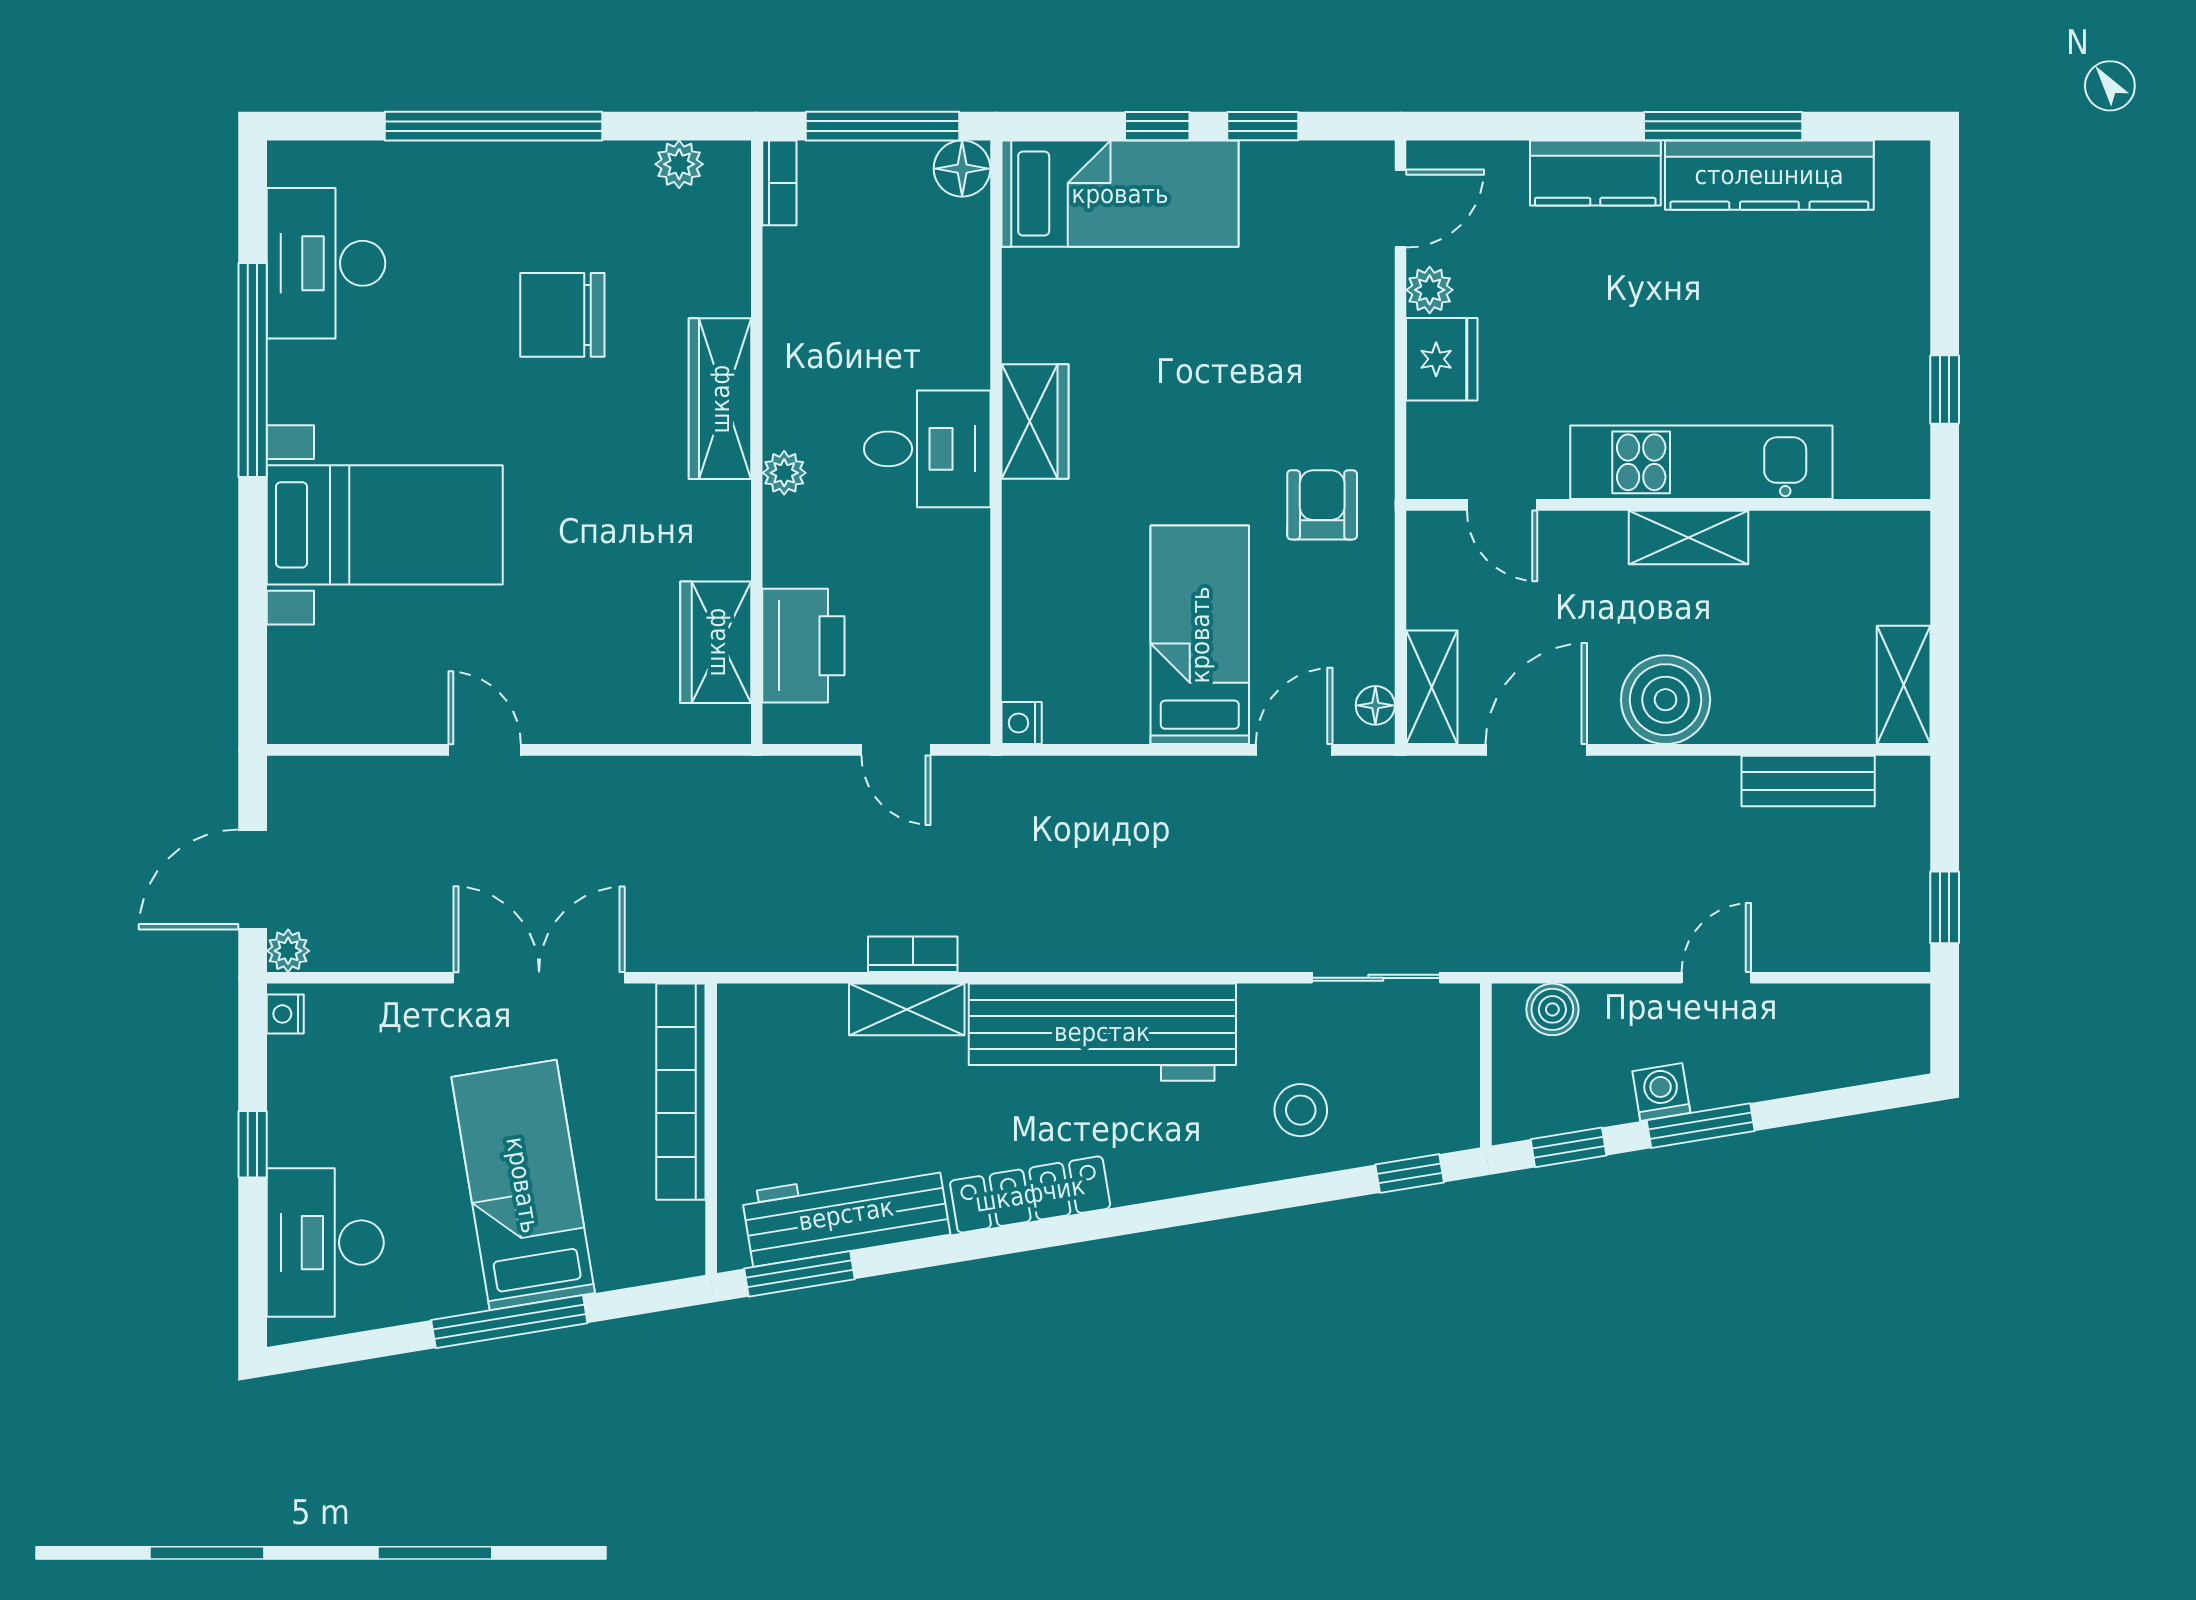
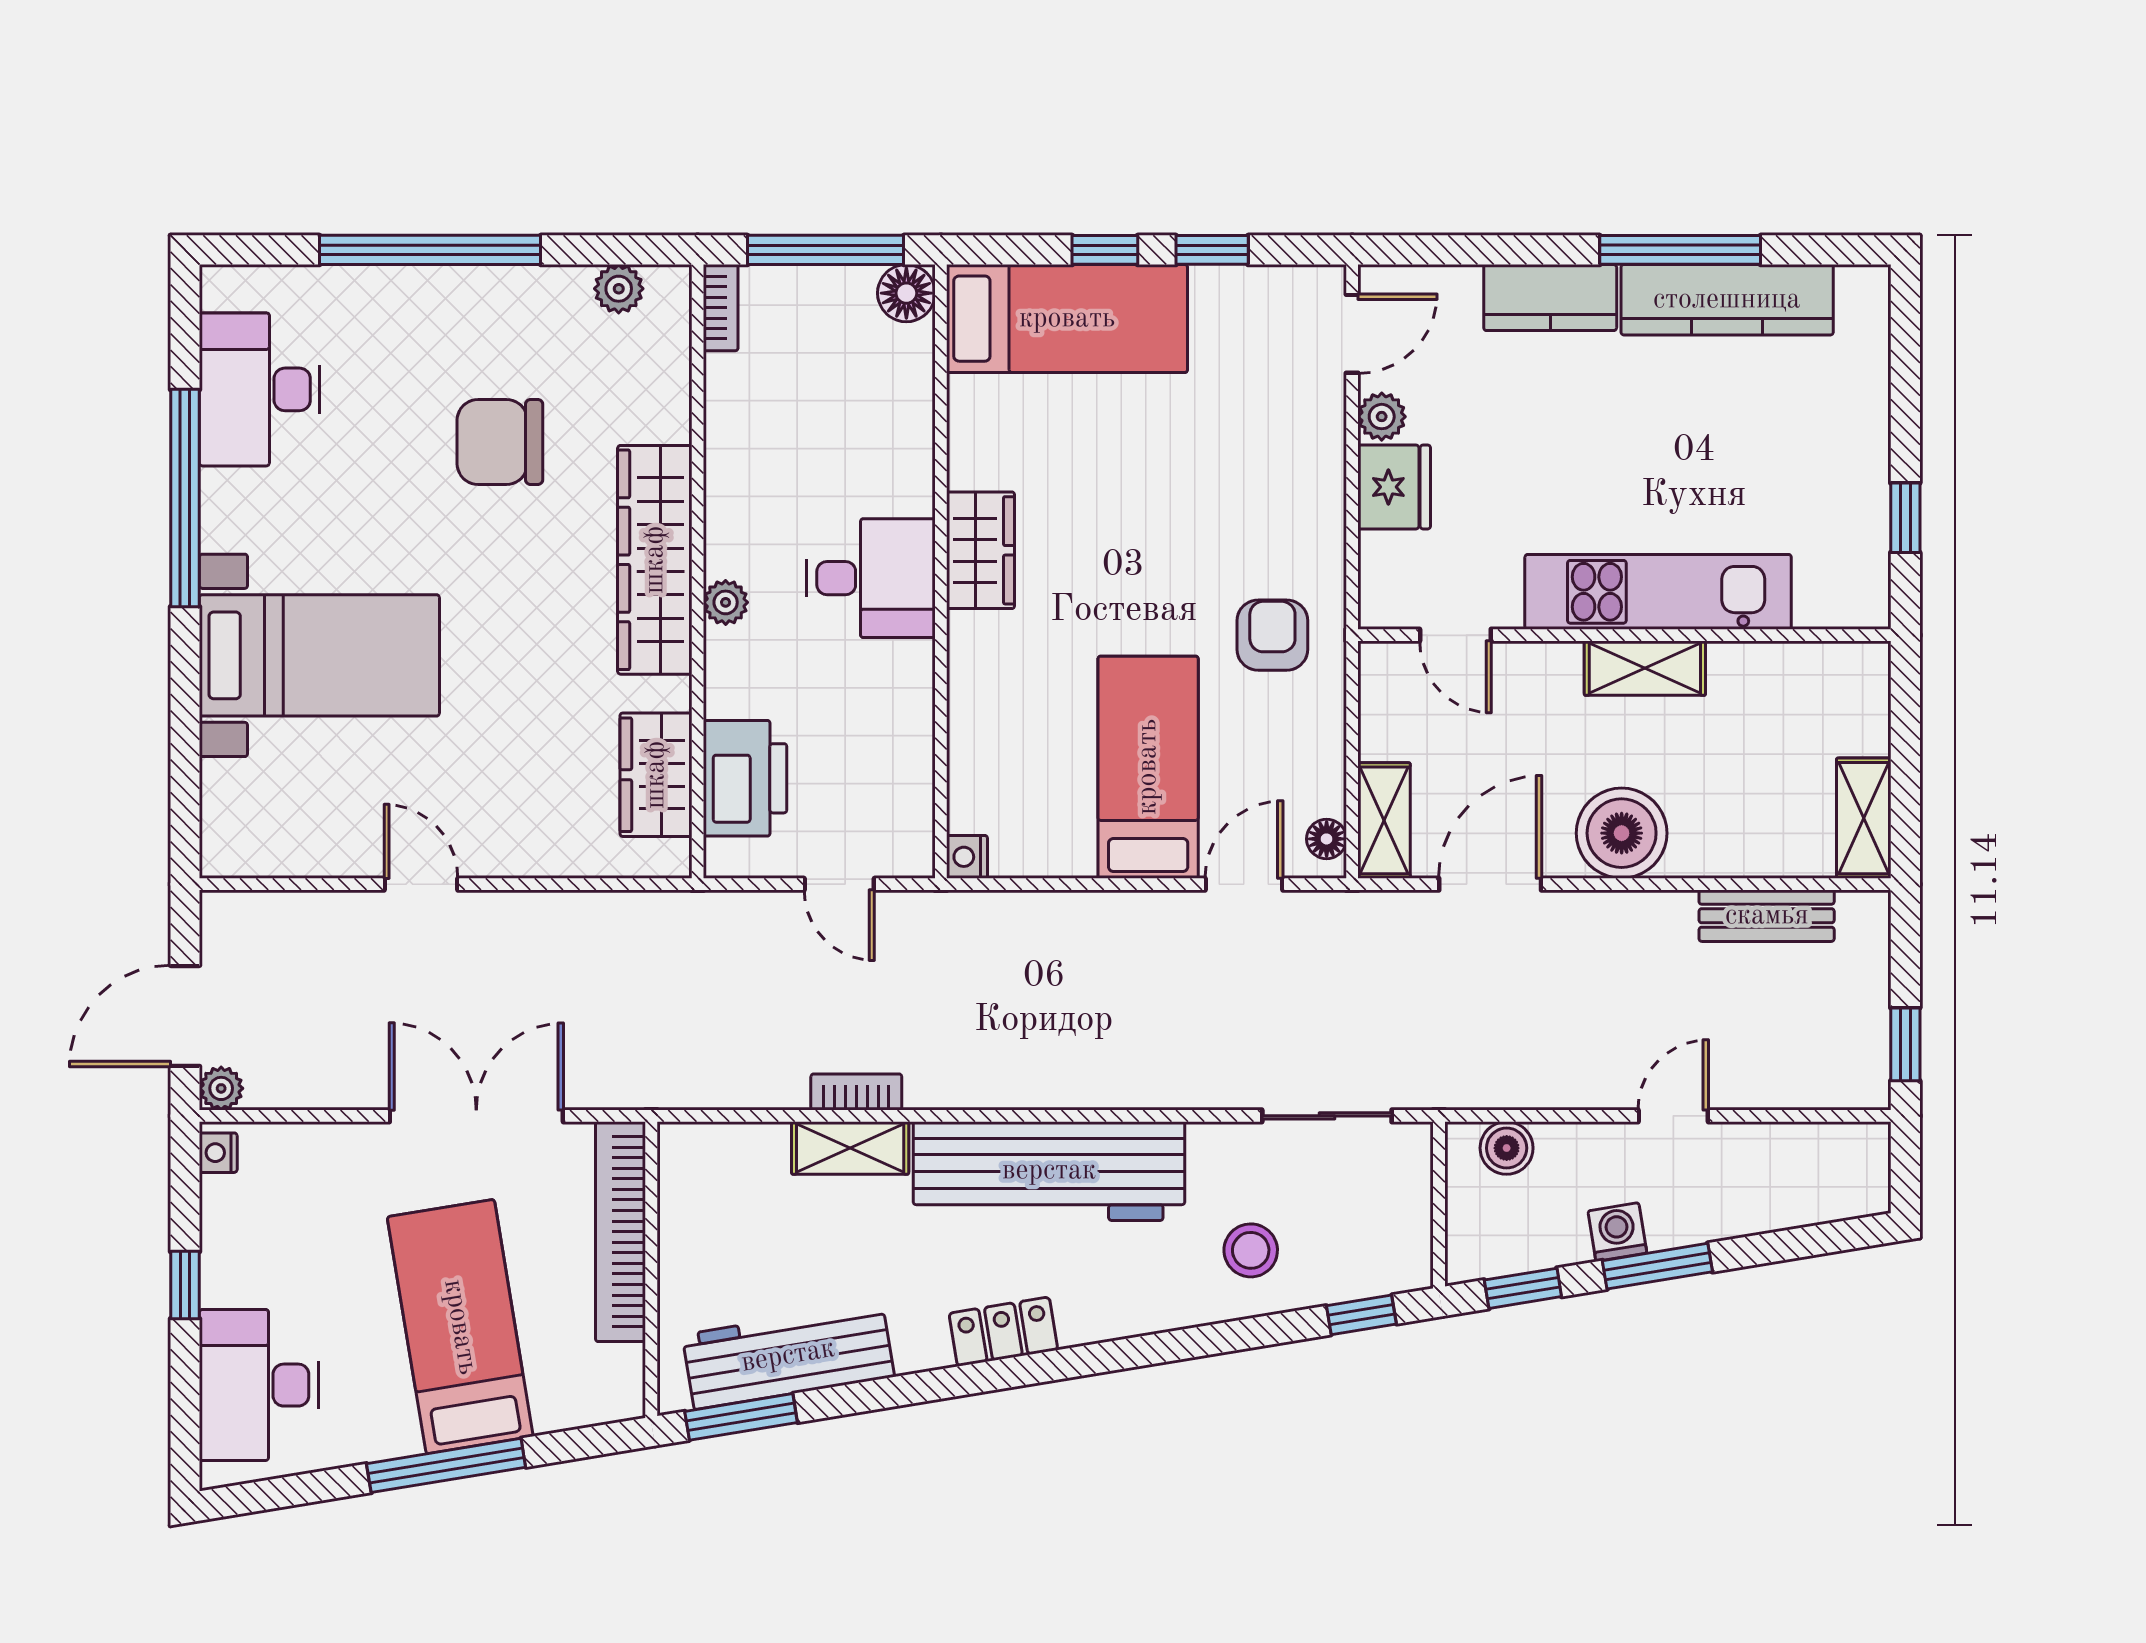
wardrobe: (720, 399) -> (655, 560), width x1.40, depth x1.17
locker: (1030, 1194) -> (1003, 1332), width x0.66

